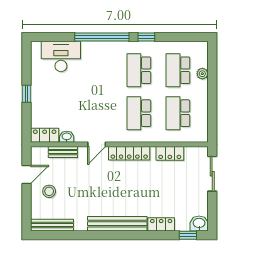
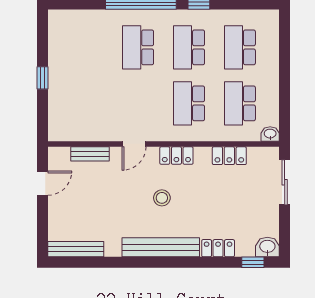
desk: (61, 56) -> (87, 29), removed
school desk: (100, 70) -> (138, 47), added
plant: (202, 74) -> (272, 52), removed
locker: (45, 135) -> (66, 132), removed
washbasin: (67, 137) -> (270, 134), moved
locker: (129, 153) -> (176, 156), width x0.66
stool: (49, 191) -> (162, 198), moved

